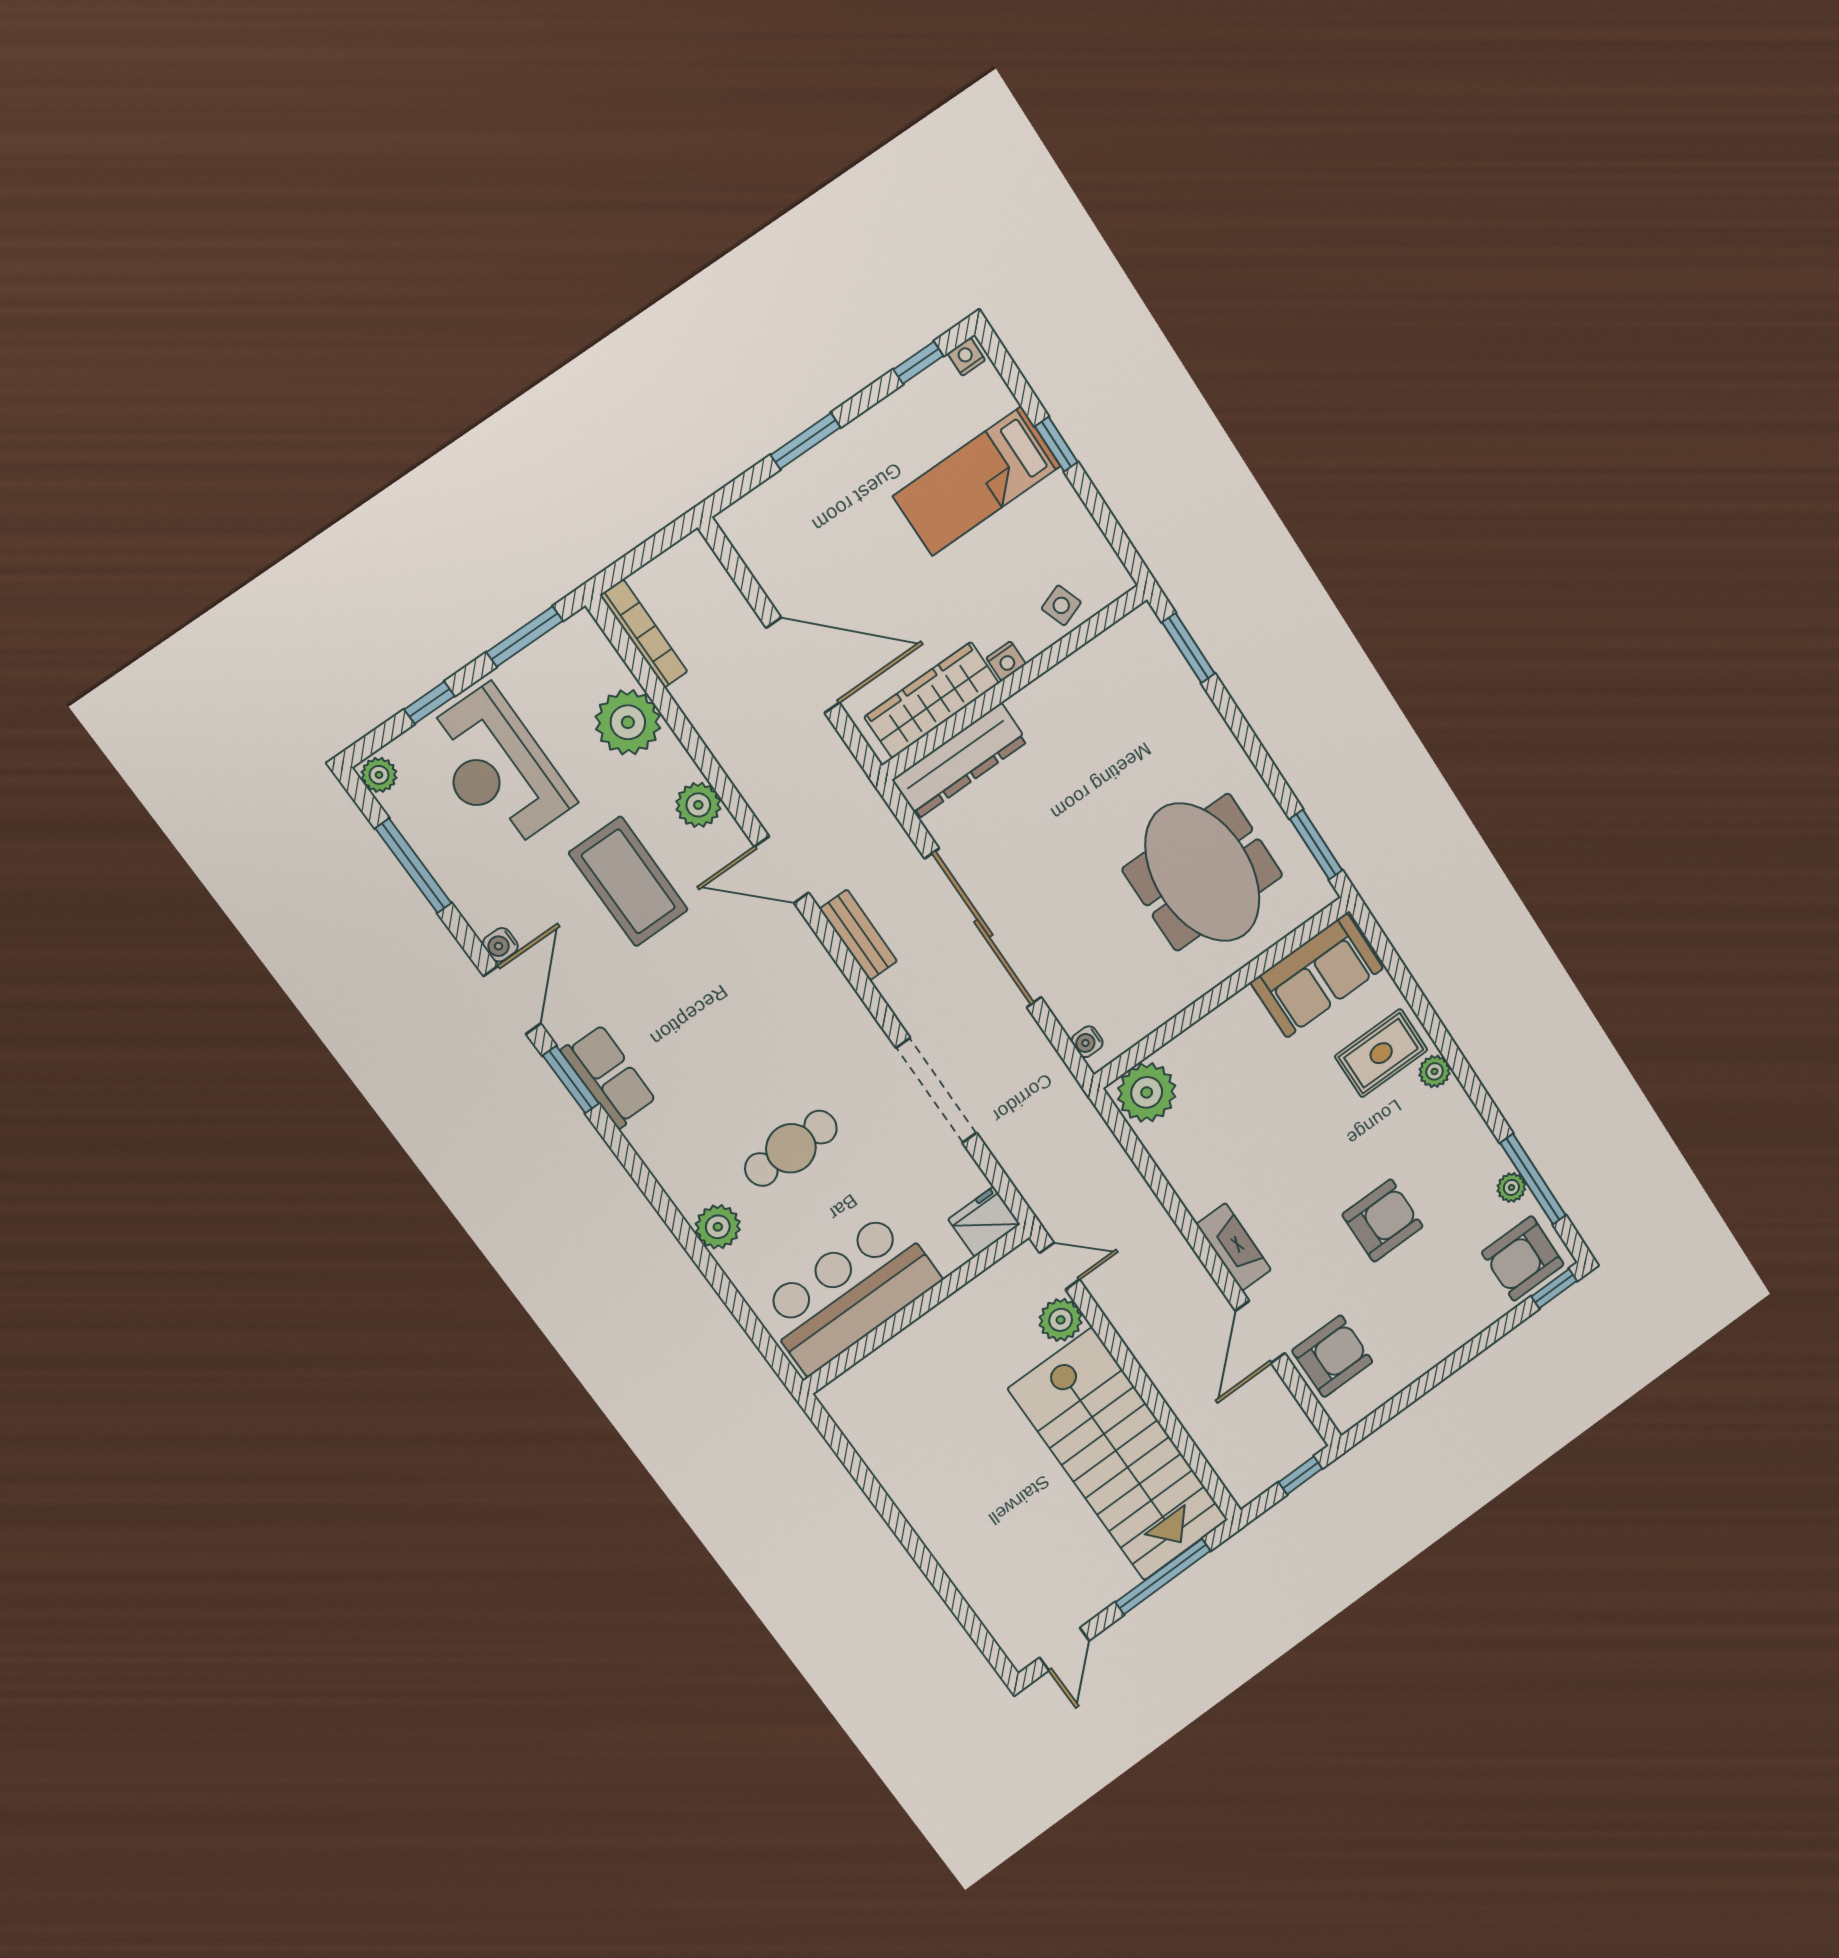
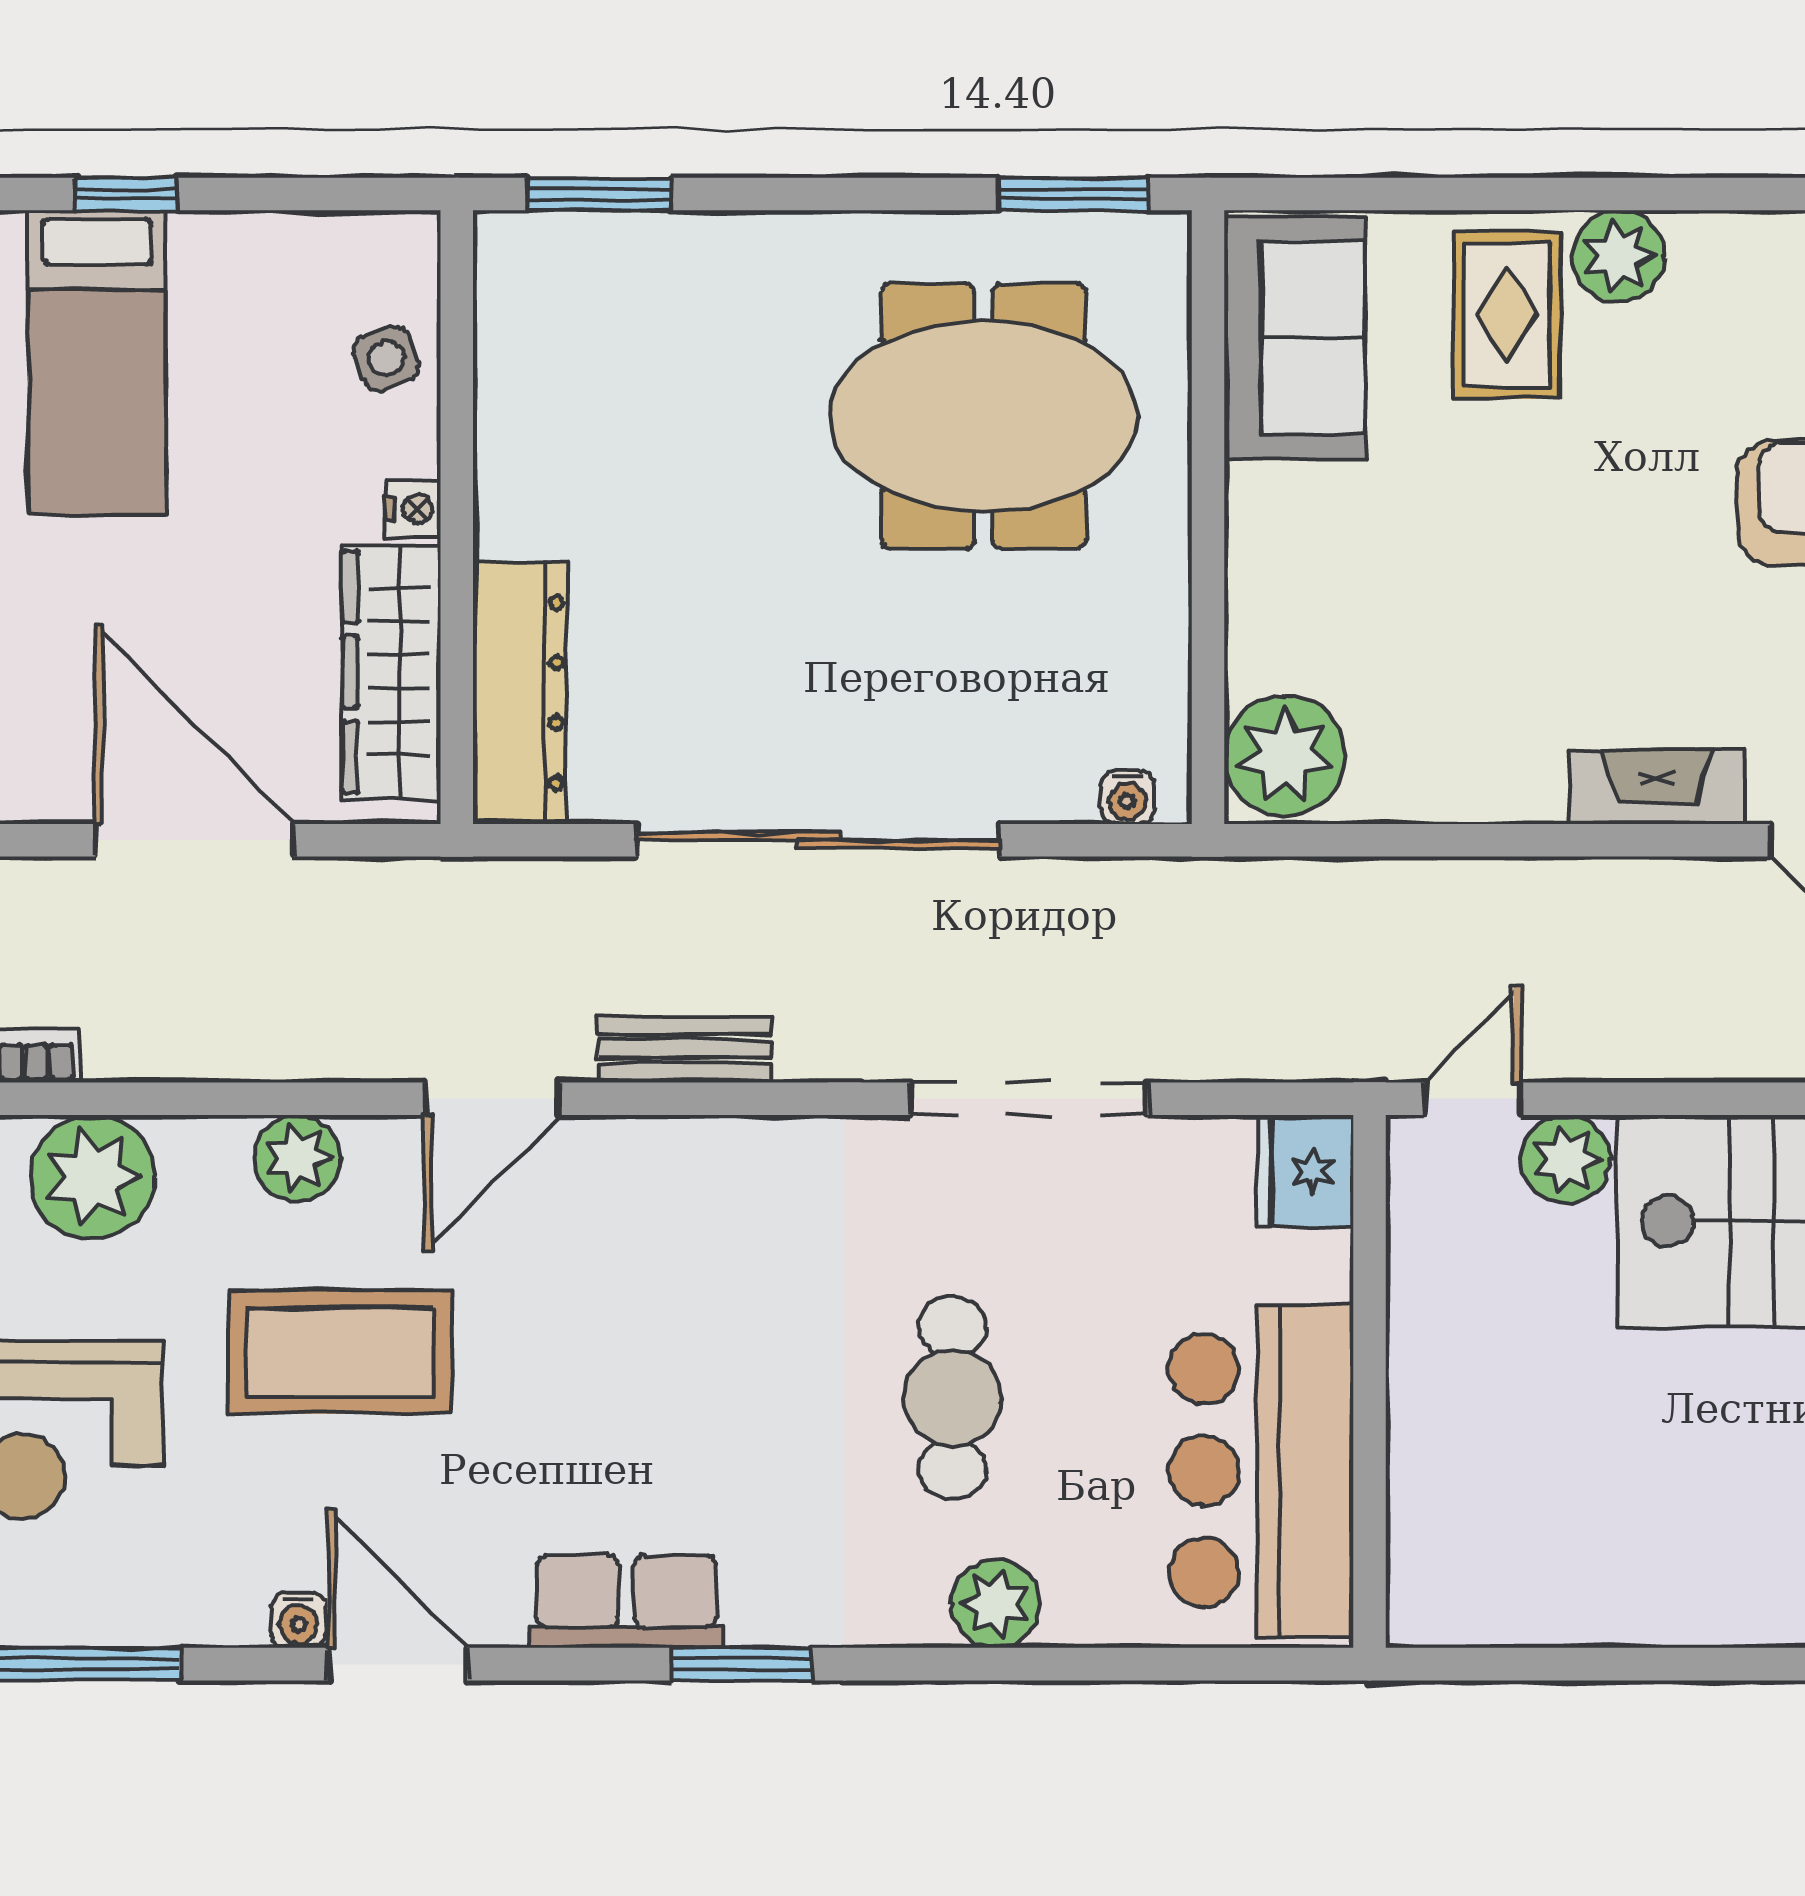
door: (803, 665) -> (194, 840), hinge flipped
plant: (1435, 1071) -> (1618, 256), width x1.38, depth x1.38
window: (571, 1080) -> (742, 1664), moved

